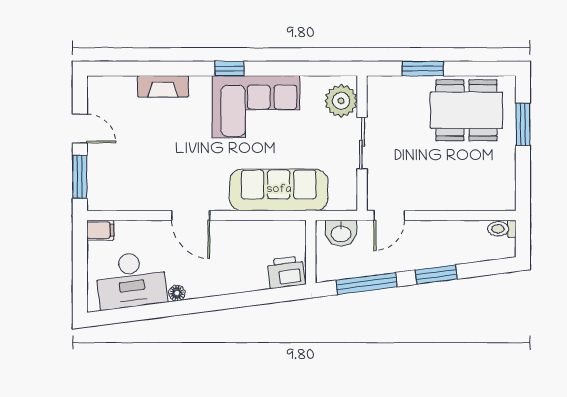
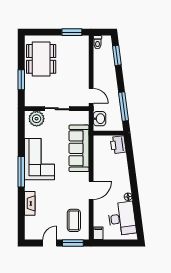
window: (229, 69) -> (21, 172), width x2.17
window: (523, 124) -> (72, 32), moved
coffee table: (127, 179) -> (74, 220), added
window: (436, 274) -> (117, 55), moved

